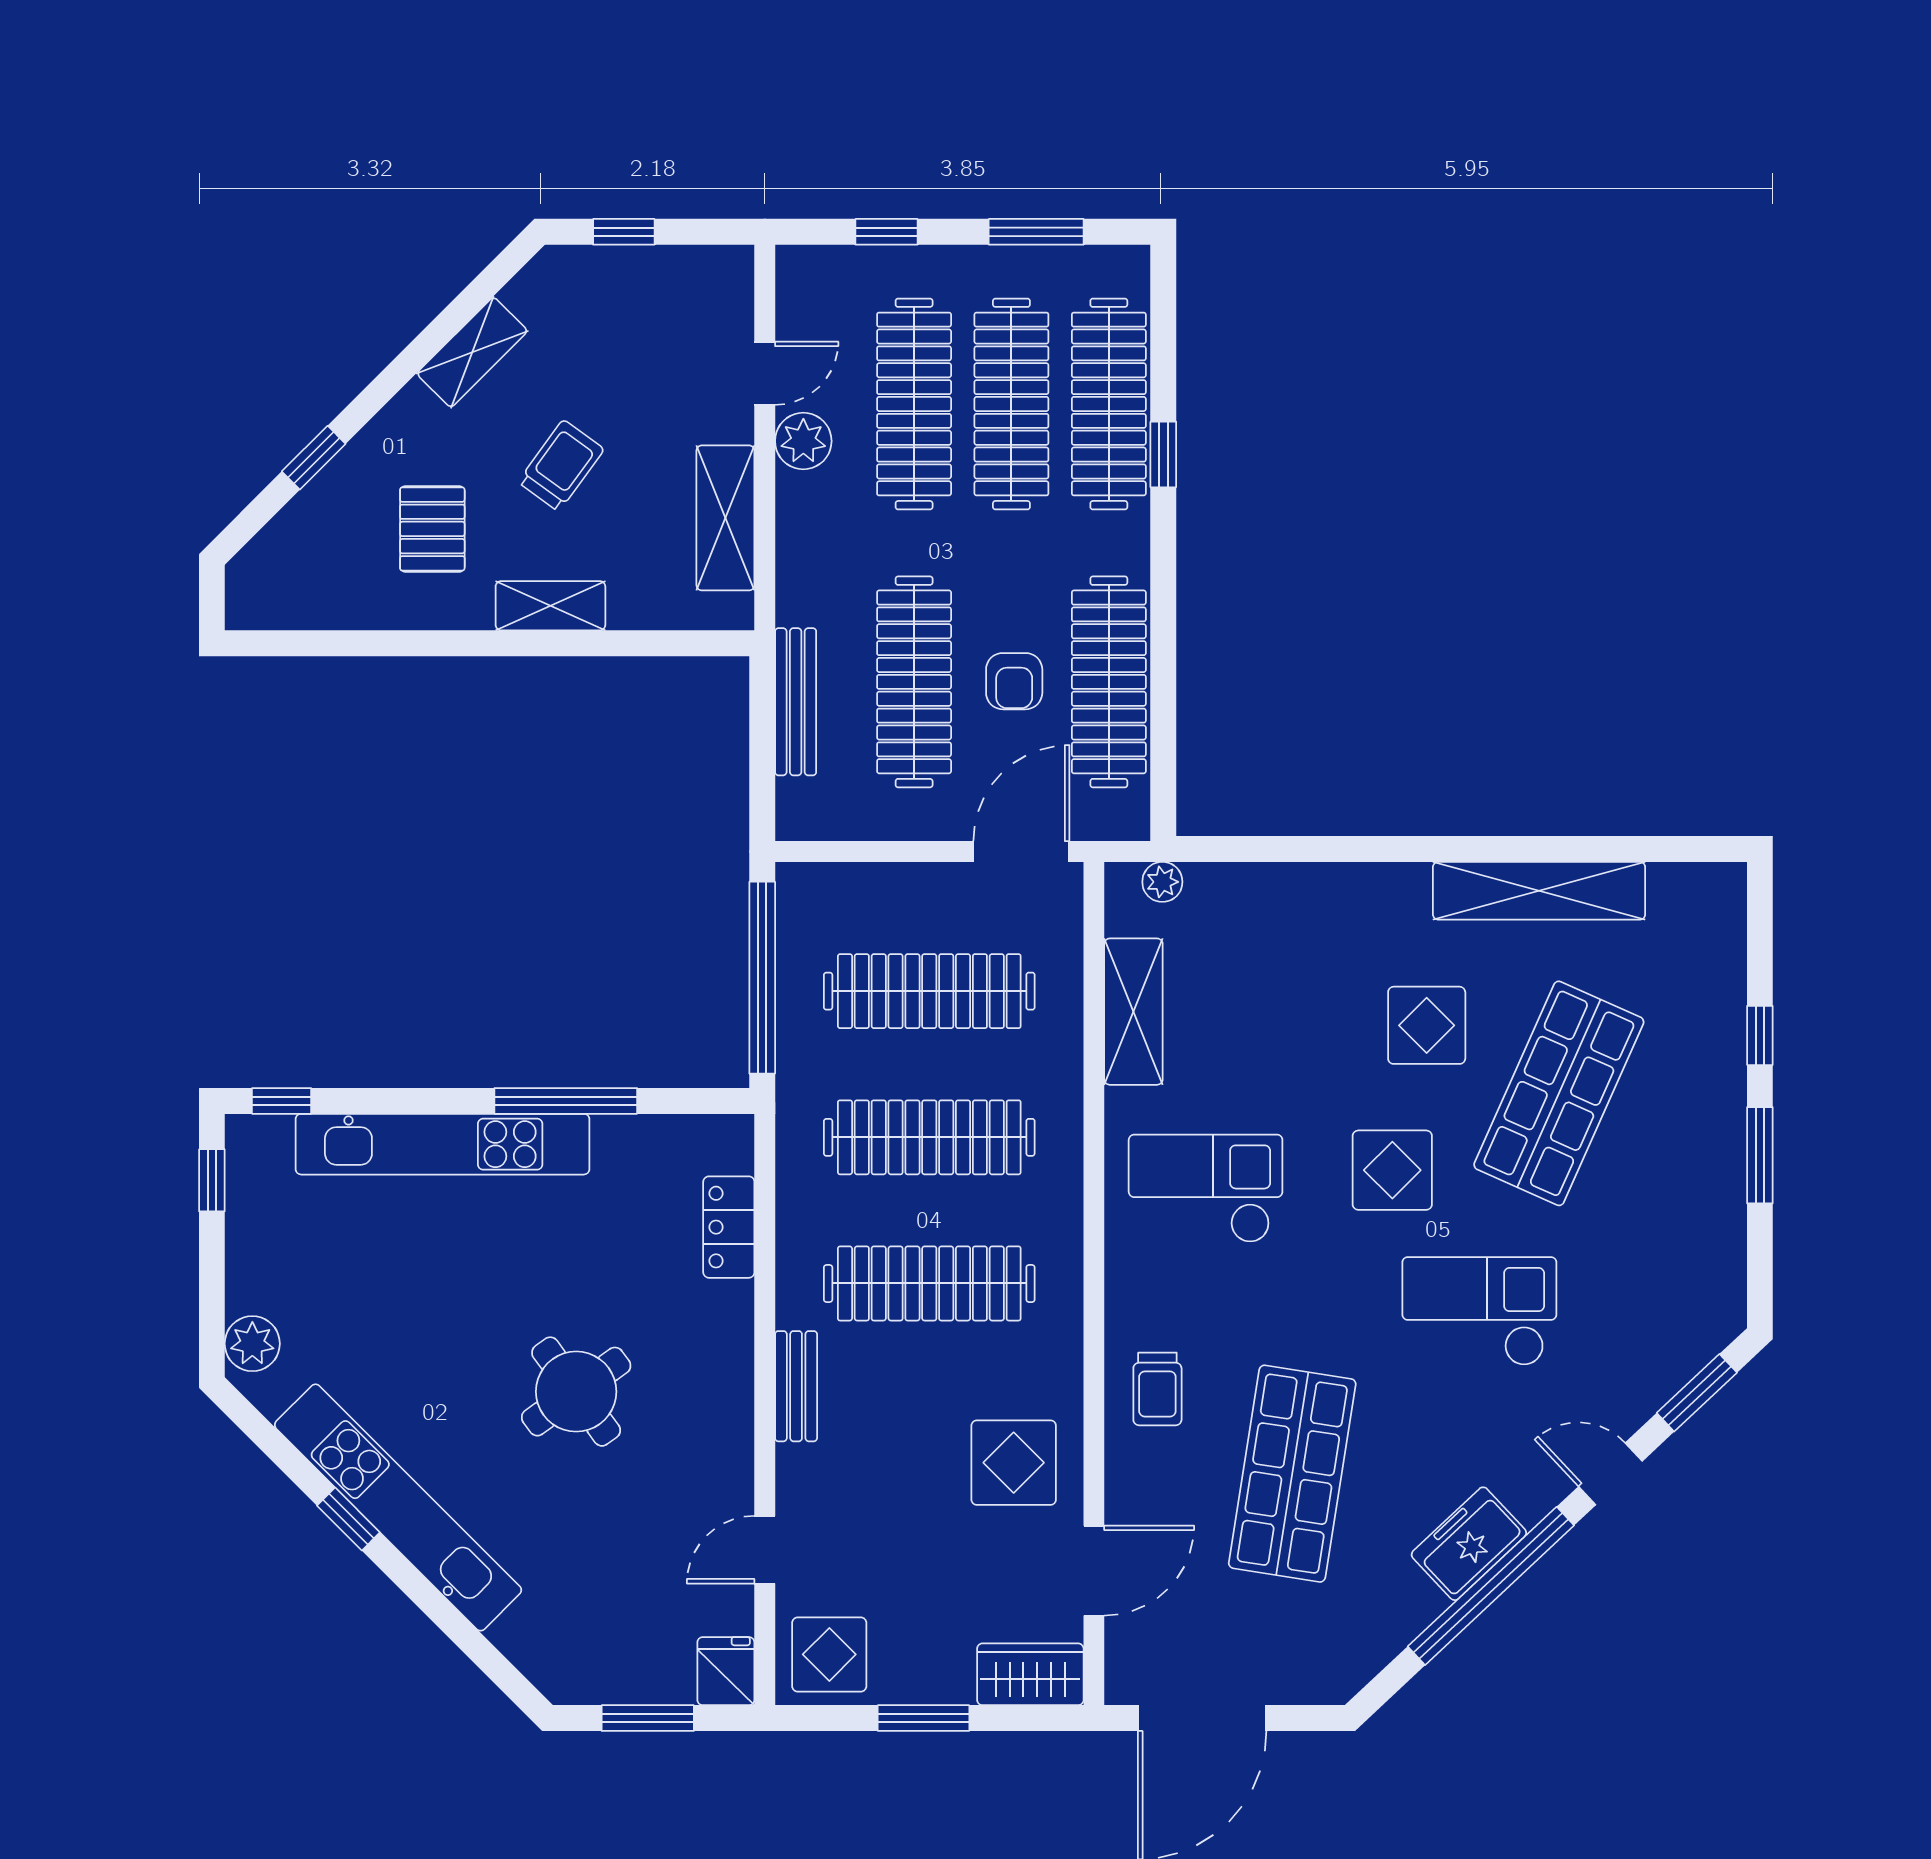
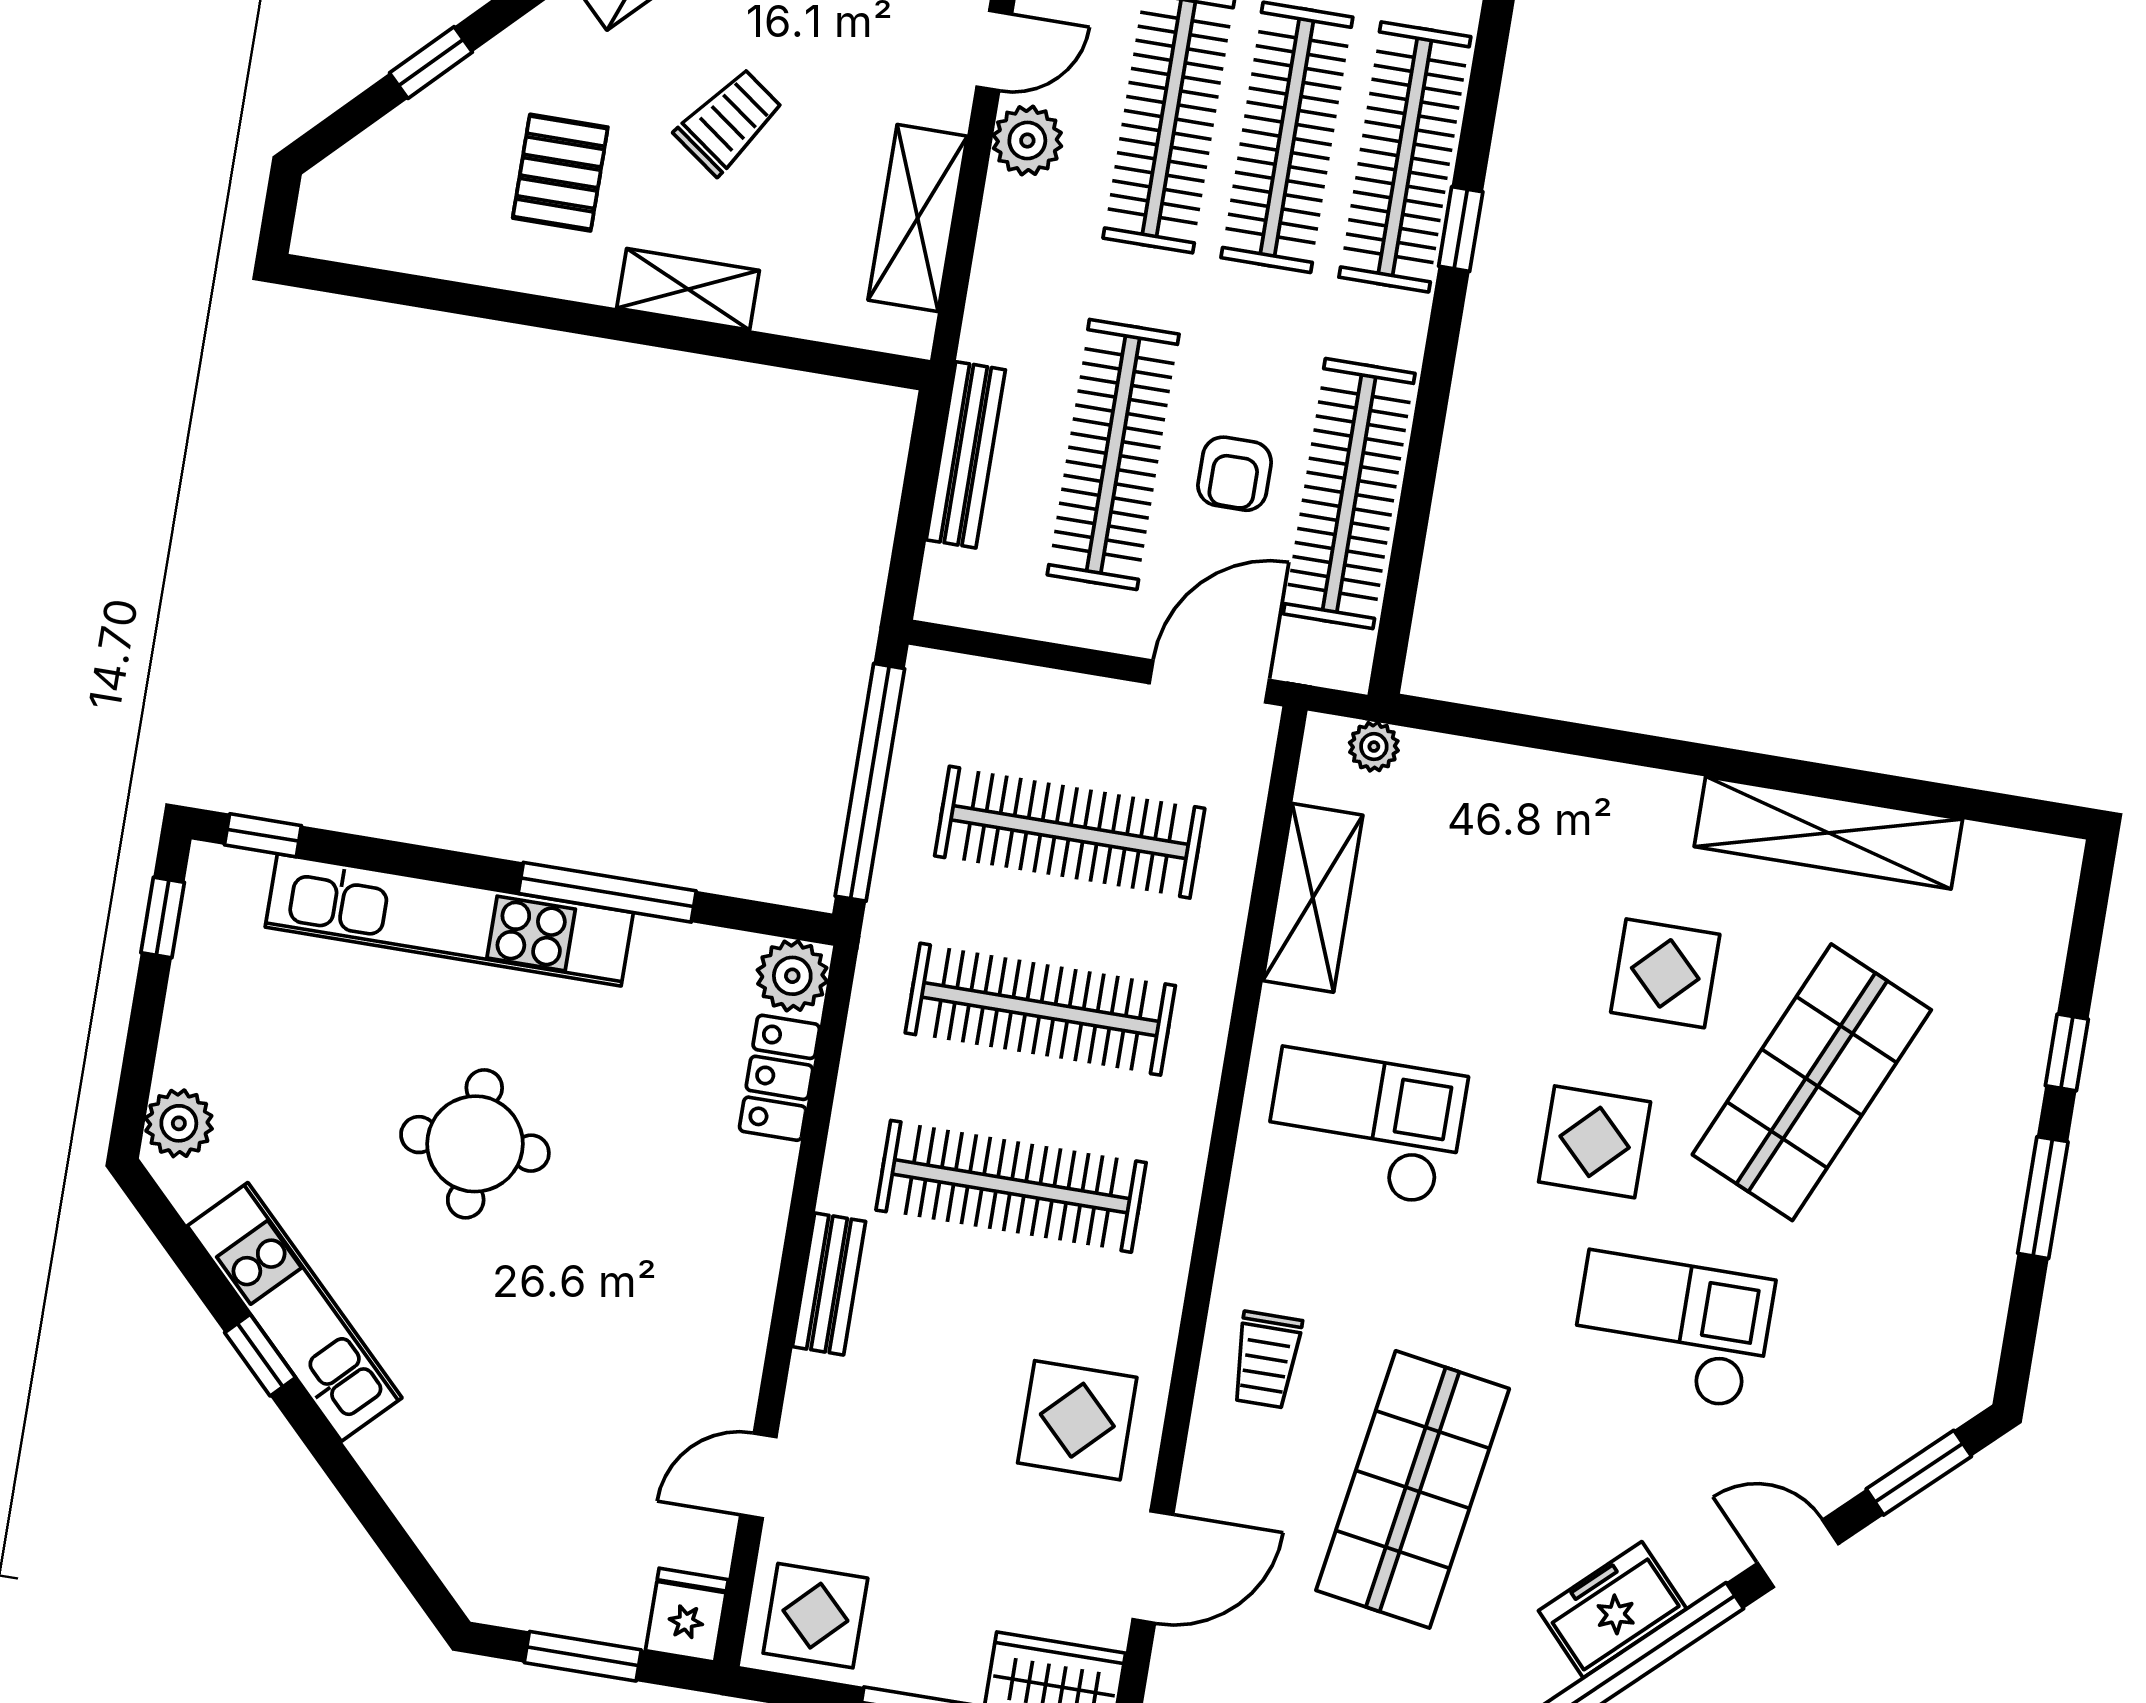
plant: (726, 1143) -> (792, 976), added
round table: (576, 1392) -> (475, 1144), moved, turned 36
kitchen unit: (398, 1507) -> (295, 1312), width x0.73

